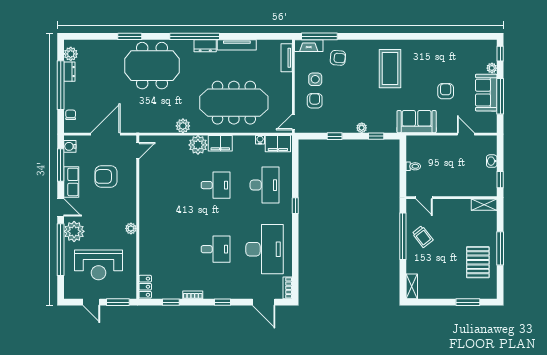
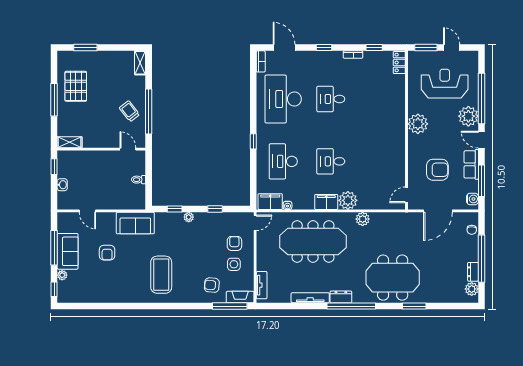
armchair: (315, 101) -> (234, 243), turned 180
plant: (131, 228) -> (418, 124), width x1.87, depth x1.87

